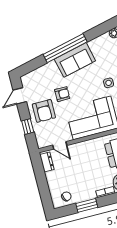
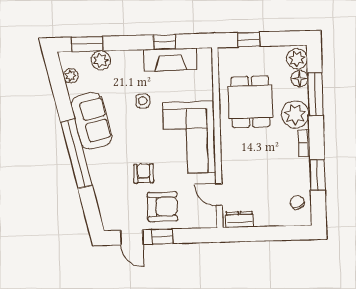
sofa: (75, 60) -> (91, 121), moved
window: (28, 127) -> (162, 237), moved
door: (60, 145) -> (219, 195), swing flipped

